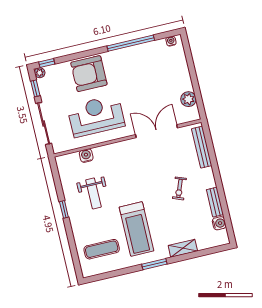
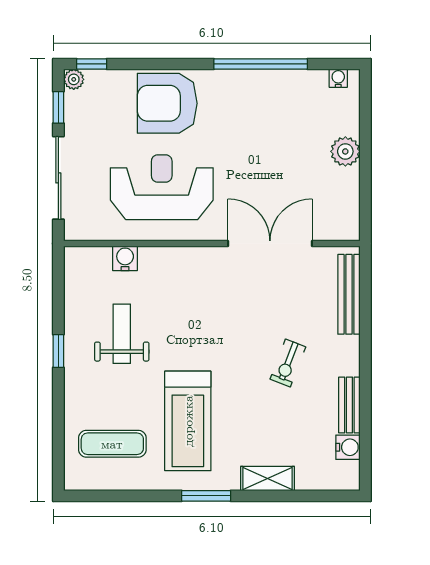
plant: (188, 99) -> (345, 151), moved
weight bench: (93, 193) -> (122, 334), turned 180

